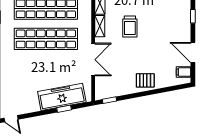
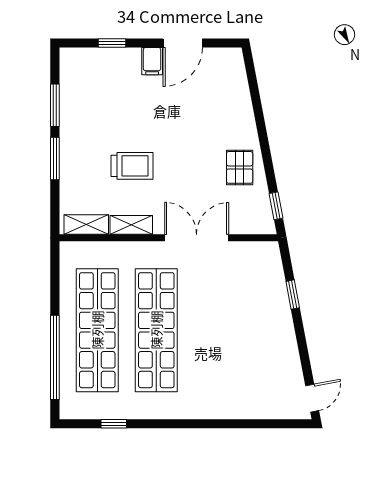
filing cabinet: (183, 72) -> (152, 61), moved
pallet: (145, 80) -> (240, 167), moved
freezer: (62, 97) -> (270, 299), removed

